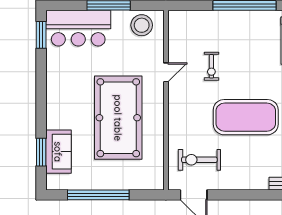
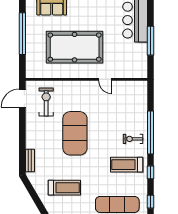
stool: (142, 25) -> (137, 63), removed
exercise bike: (211, 66) -> (133, 139), moved

